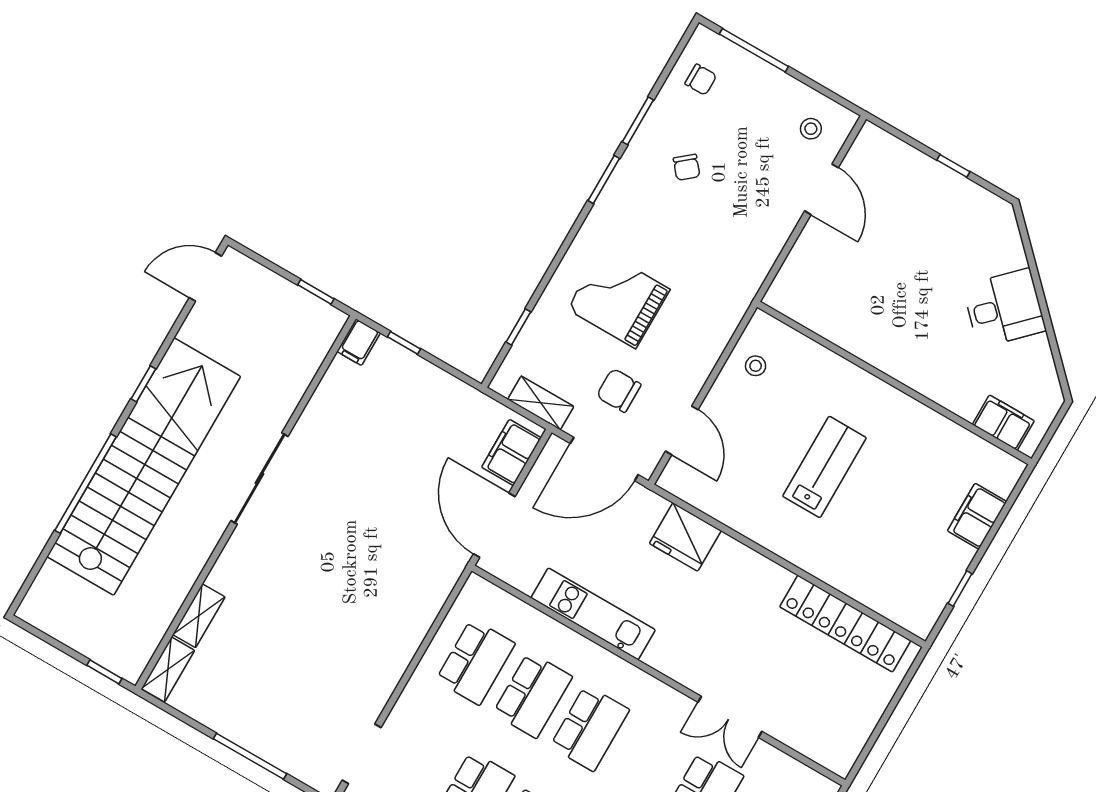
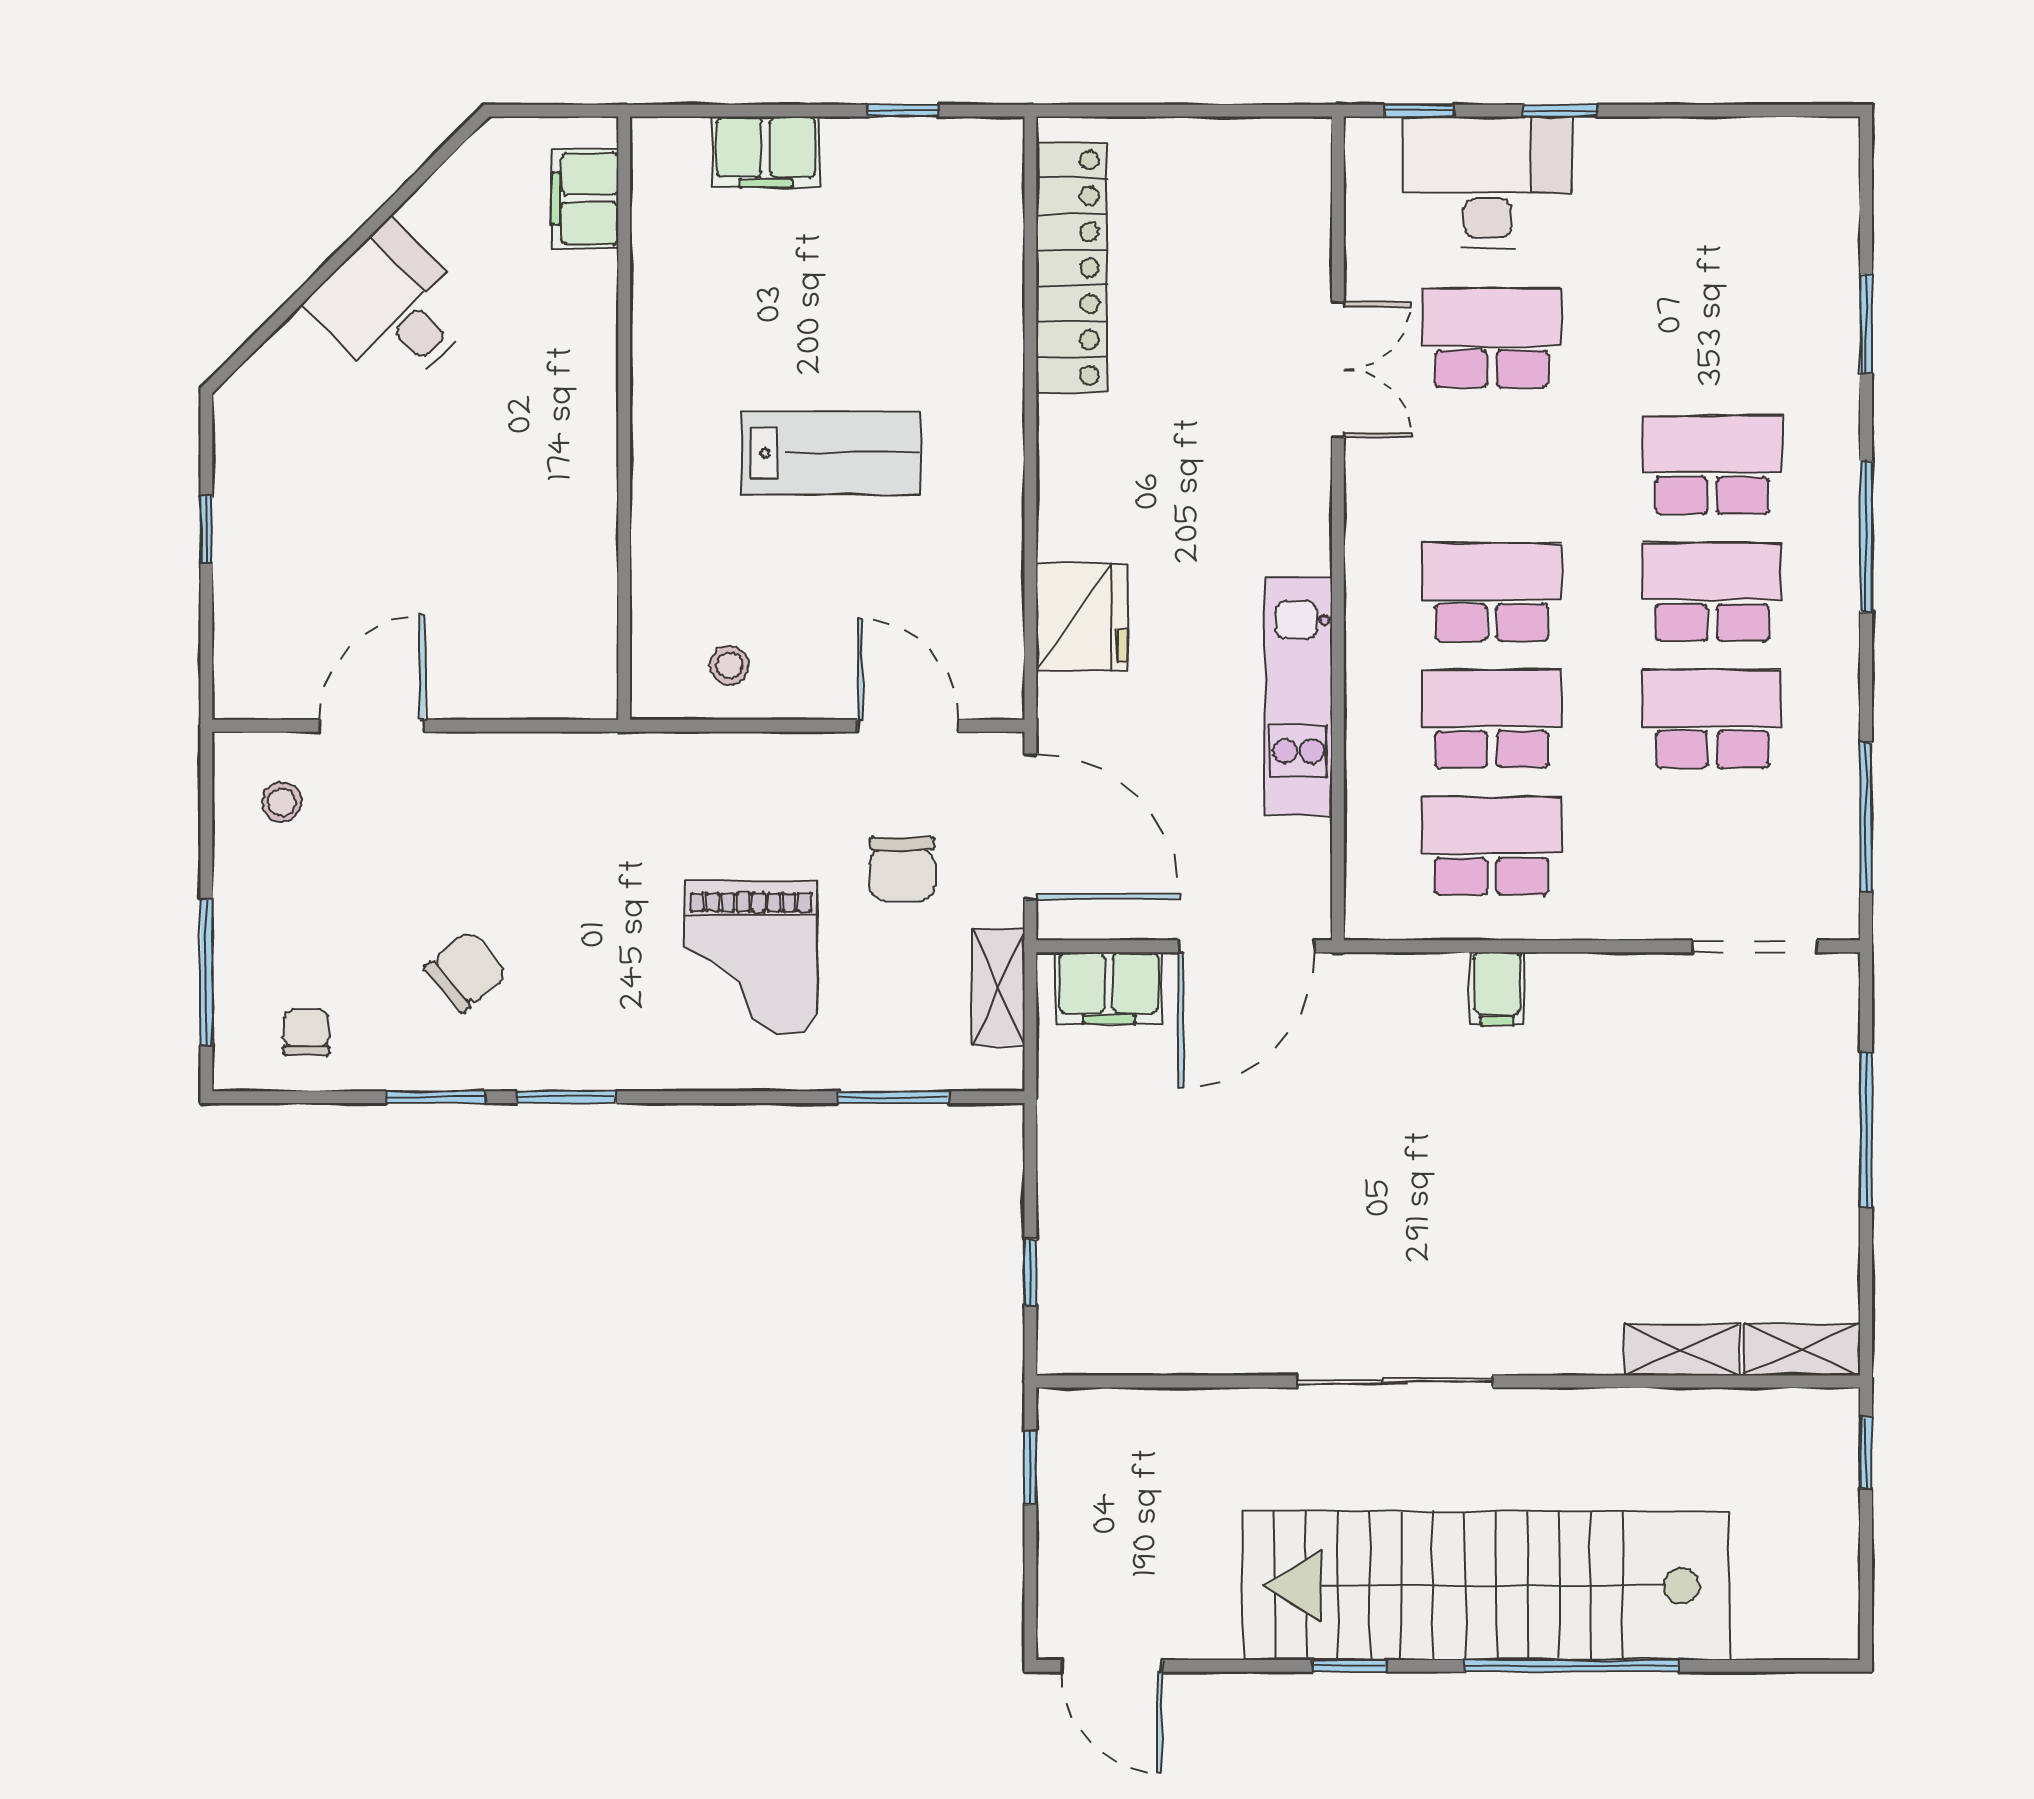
chair: (687, 167) -> (466, 971), width x1.37, depth x1.37
window: (518, 327) -> (893, 1097), width x1.50
filing cabinet: (359, 342) -> (1497, 989), moved, turned 90
door: (682, 430) -> (908, 726), hinge flipped
lab bench: (825, 467) -> (831, 453), turned 180

